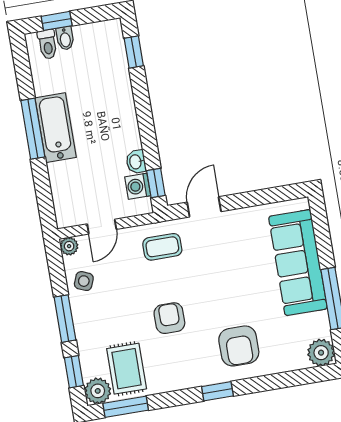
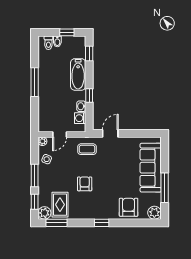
window: (57, 21) -> (67, 32), moved
bathtub: (56, 128) -> (78, 74), moved, turned 180
window: (156, 183) -> (89, 96), moved
armchair: (239, 346) -> (129, 207), moved, turned 180

